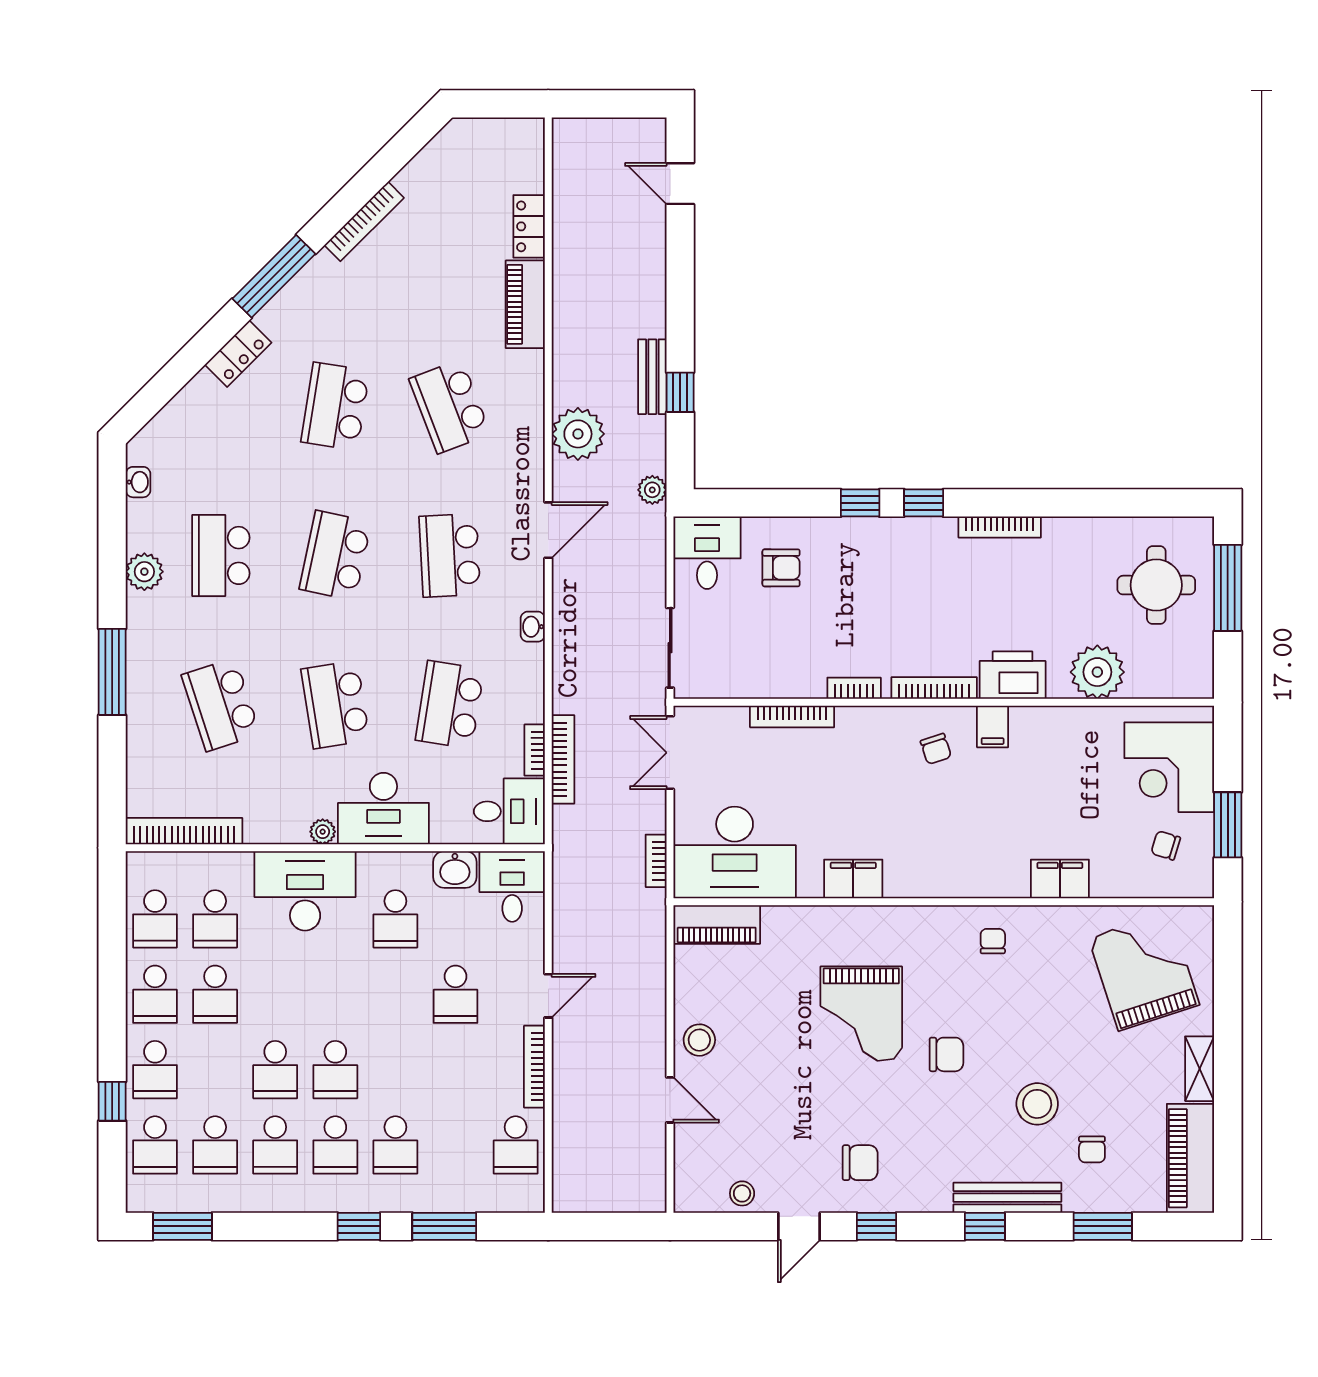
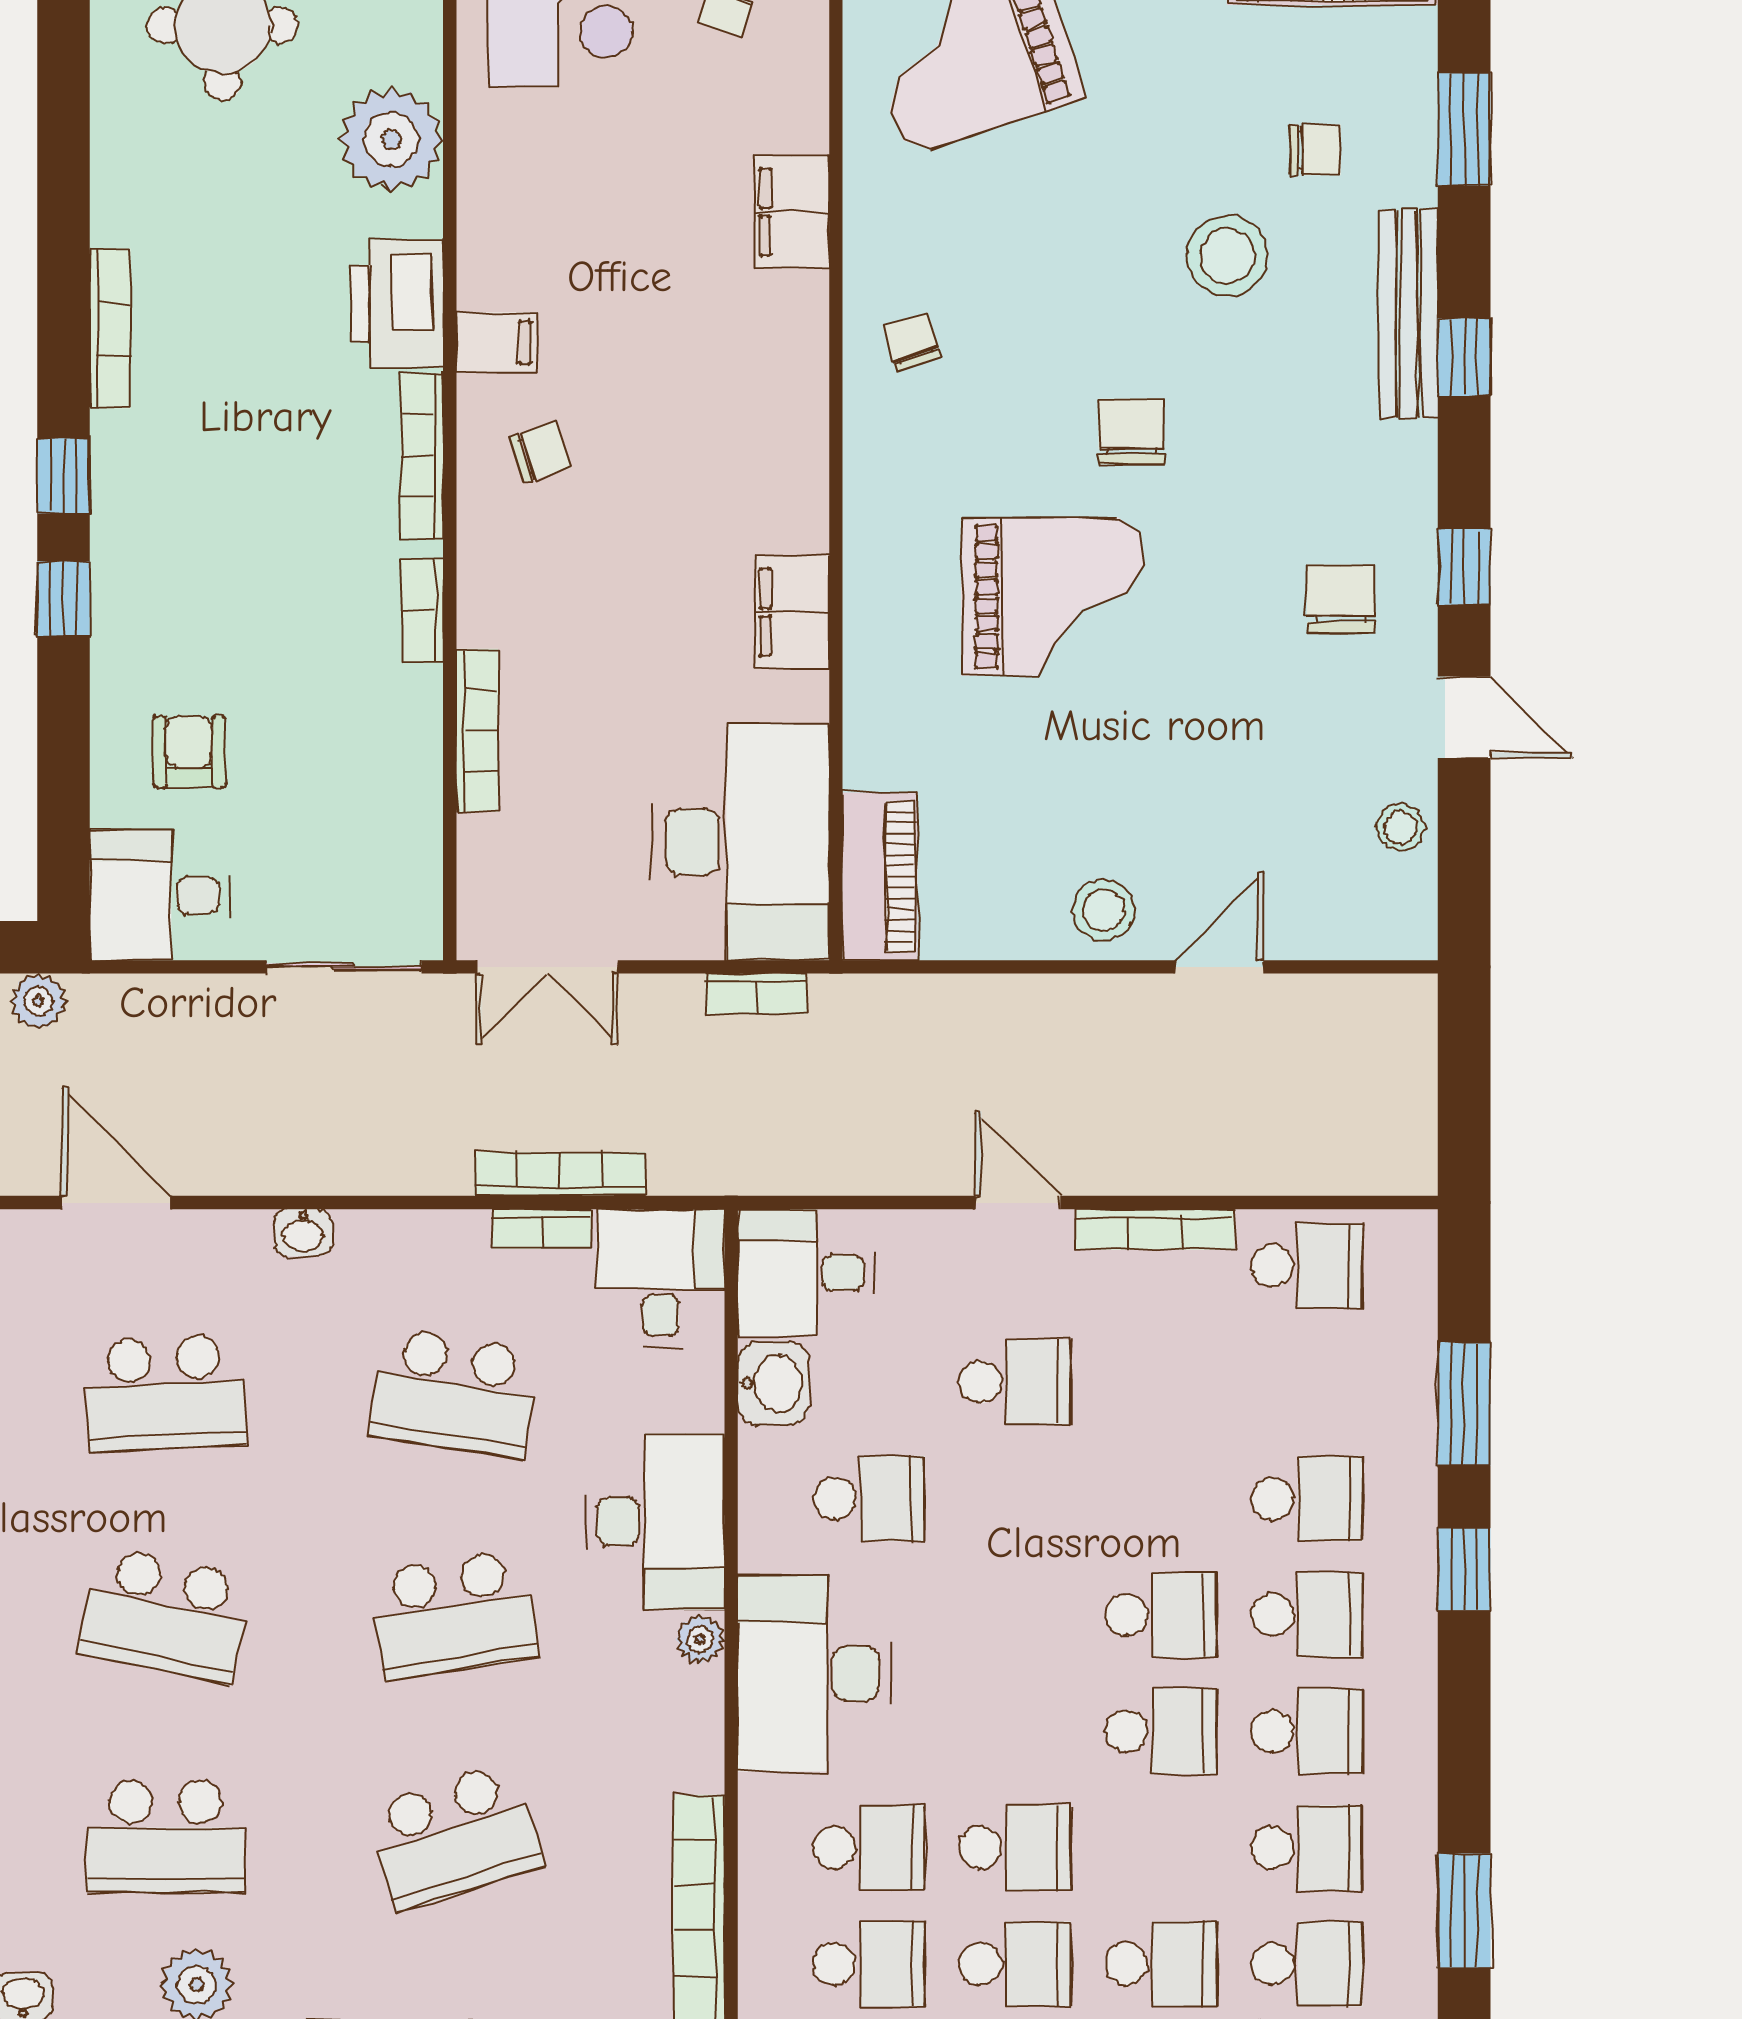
chair: (993, 941) -> (912, 342), turned 73

